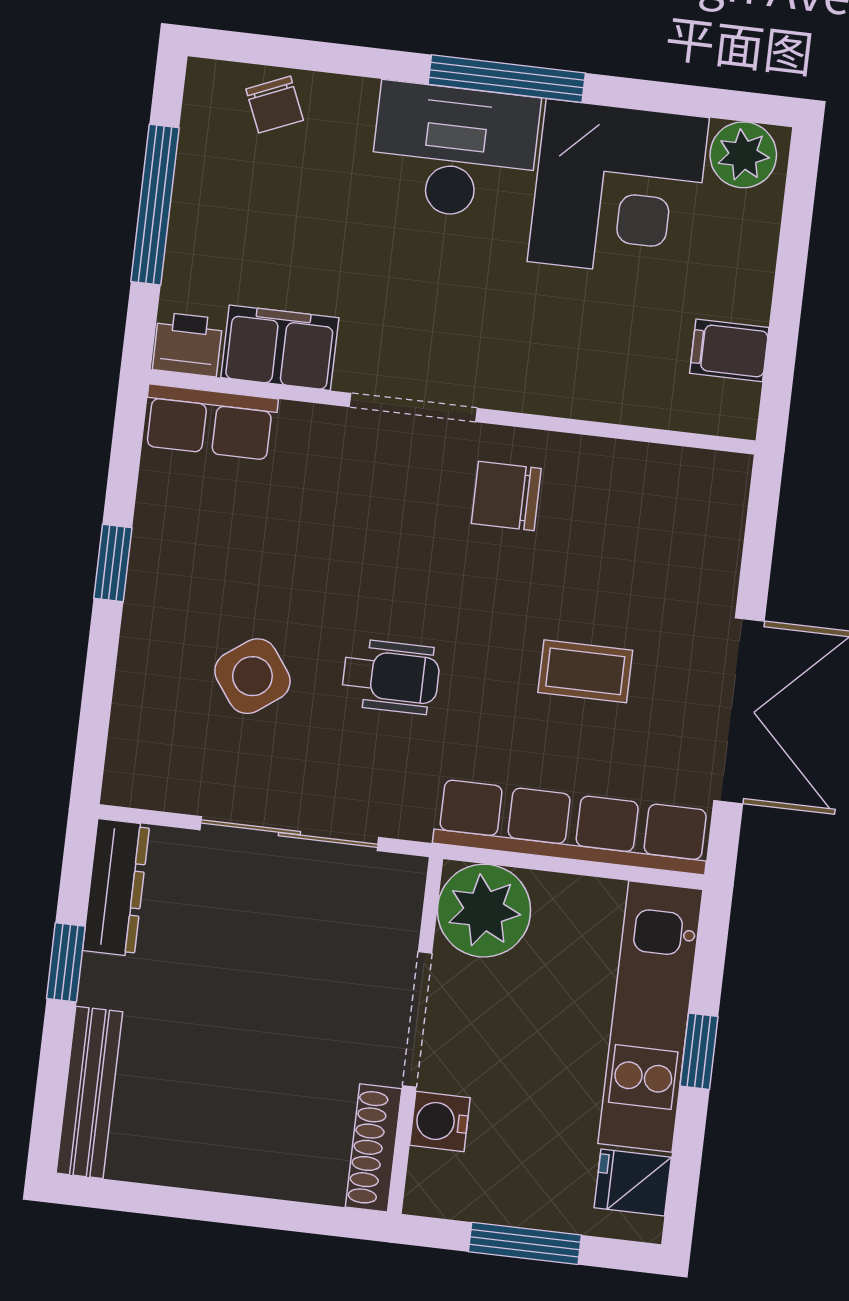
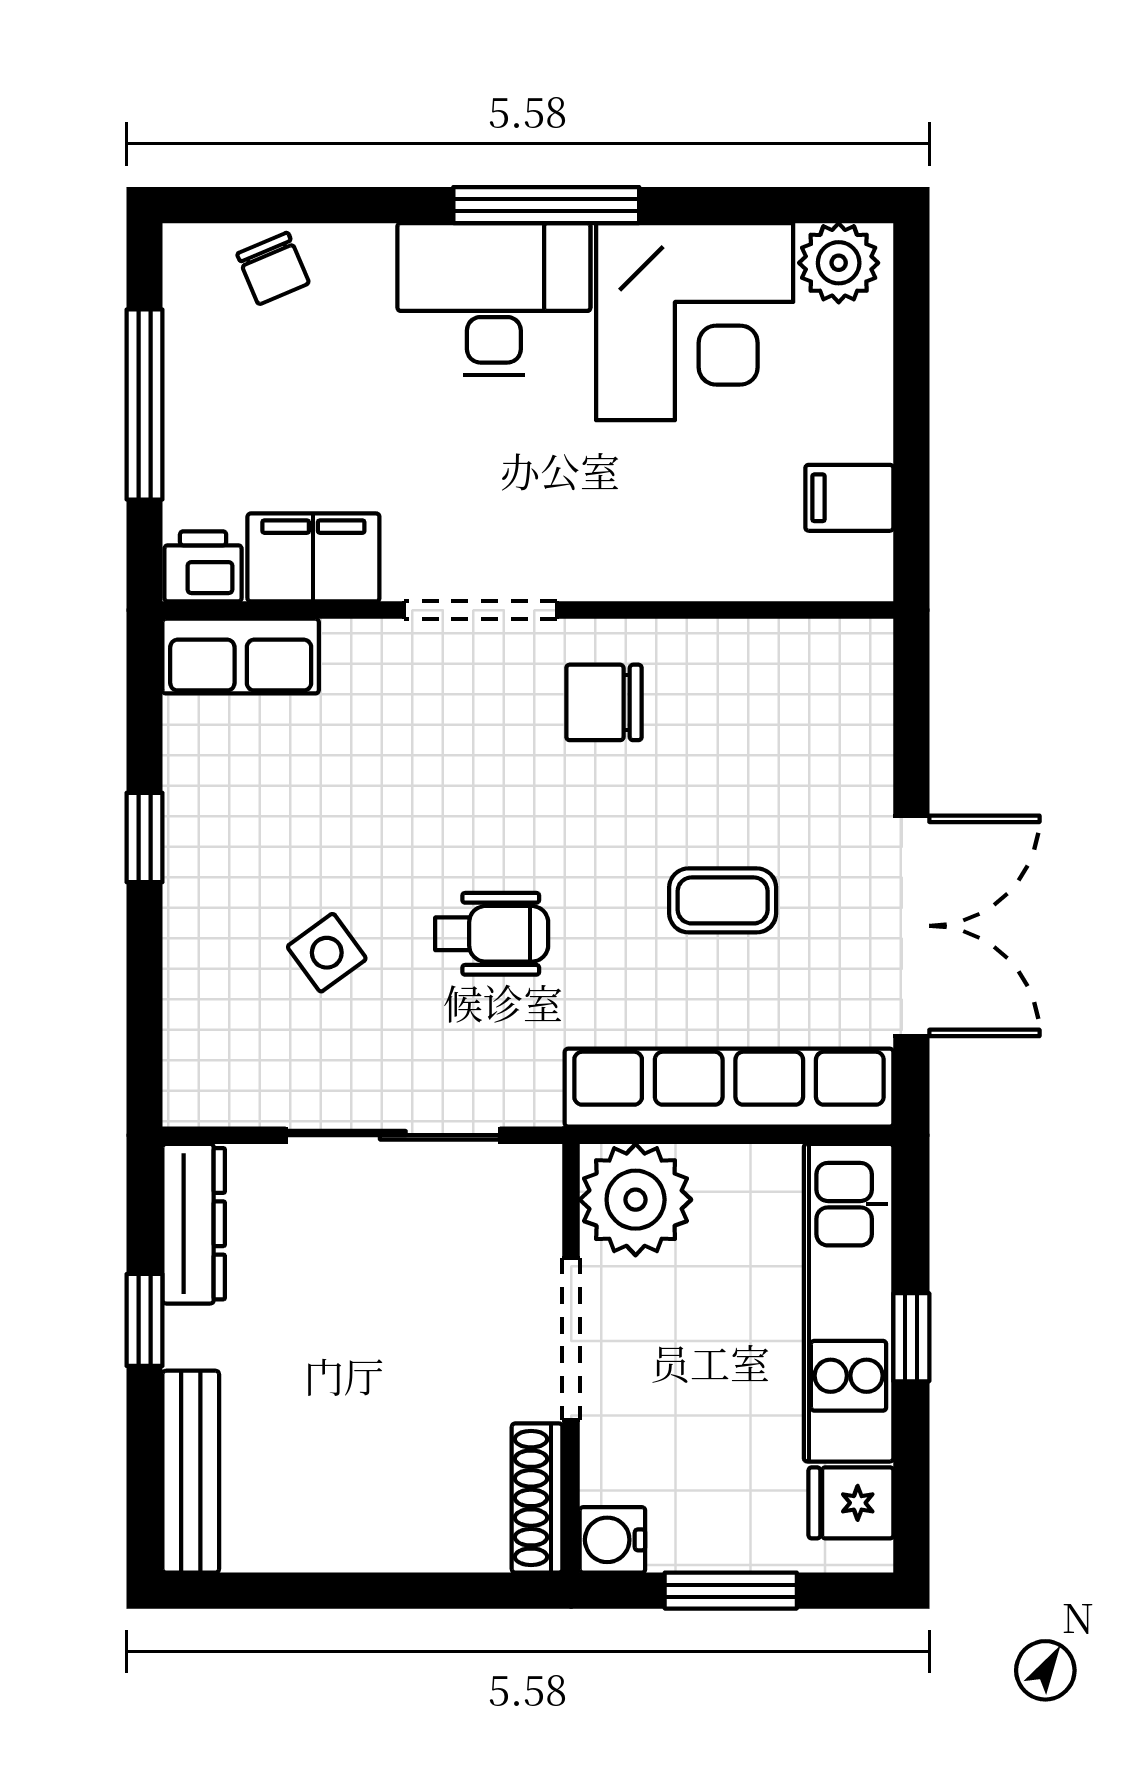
side table: (252, 676) -> (327, 953), width x0.73, depth x0.73
water cooler: (440, 1121) -> (612, 1540), moved

